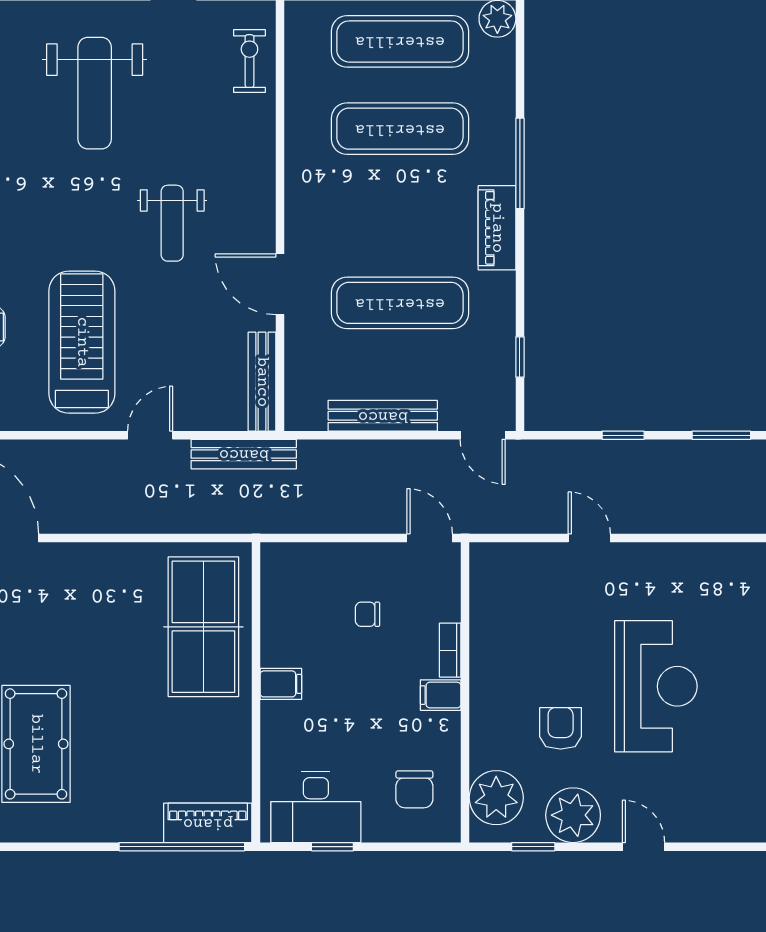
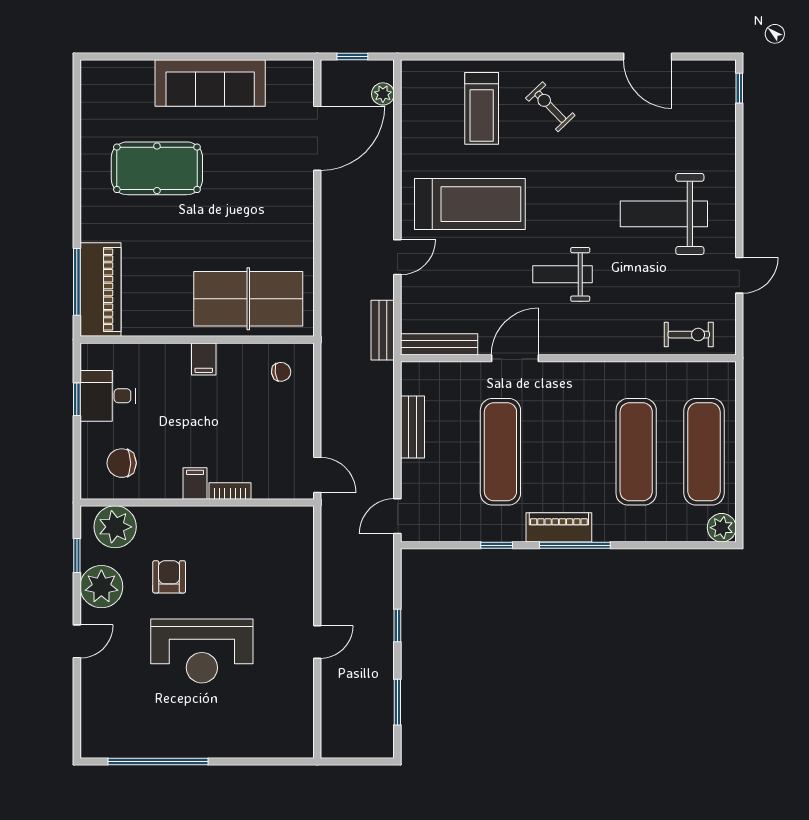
window: (520, 163) -> (575, 545), moved
window: (520, 357) -> (497, 545), moved
bench: (383, 416) -> (413, 427), width x0.73
door: (150, 435) -> (397, 257), hinge flipped
bench: (244, 454) -> (383, 330), width x0.73
door: (430, 538) -> (317, 475), hinge flipped
door: (589, 538) -> (317, 642), moved
chair: (368, 614) -> (281, 372), moved, turned 83
armchair: (561, 728) -> (169, 577), turned -90
desk: (316, 807) -> (108, 396), width x0.73
piano: (208, 823) -> (100, 290), width x1.37, depth x1.33
window: (182, 847) -> (77, 282), width x0.68

